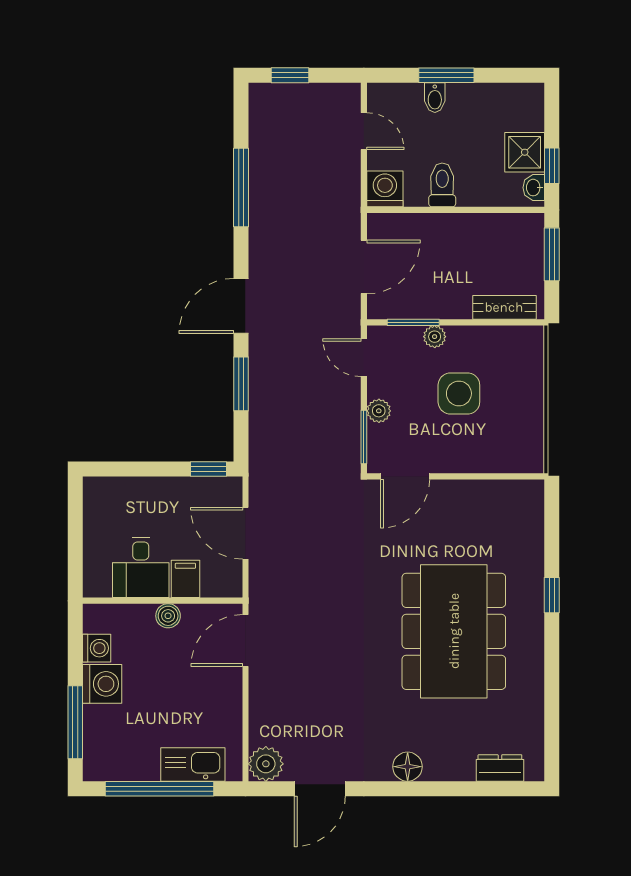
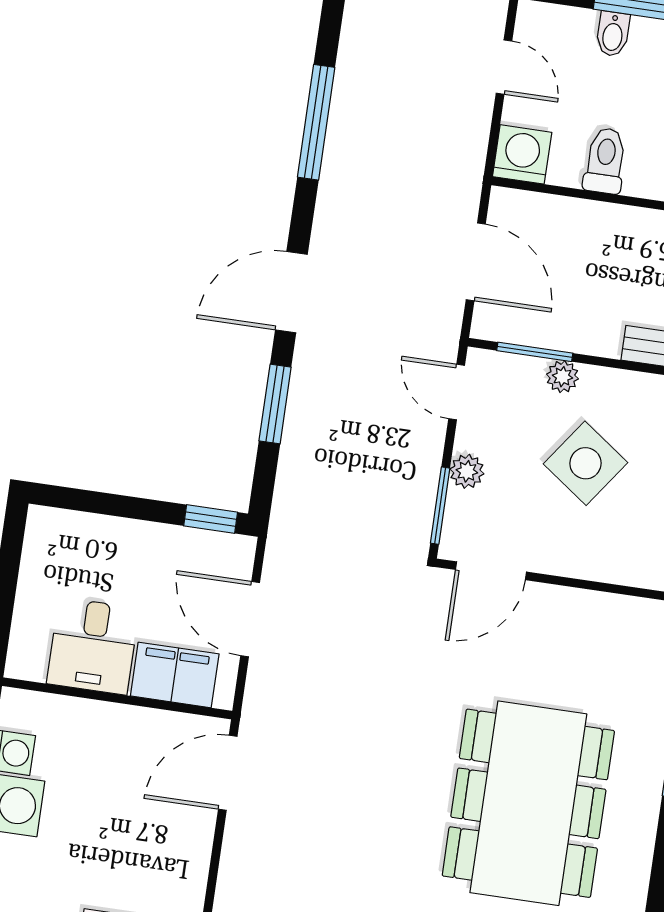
door: (364, 267) -> (476, 262), hinge flipped
side table: (459, 393) -> (585, 463), turned 36
filing cabinet: (185, 579) -> (175, 675), width x2.00
boiler: (168, 616) -> (122, 721), removed

